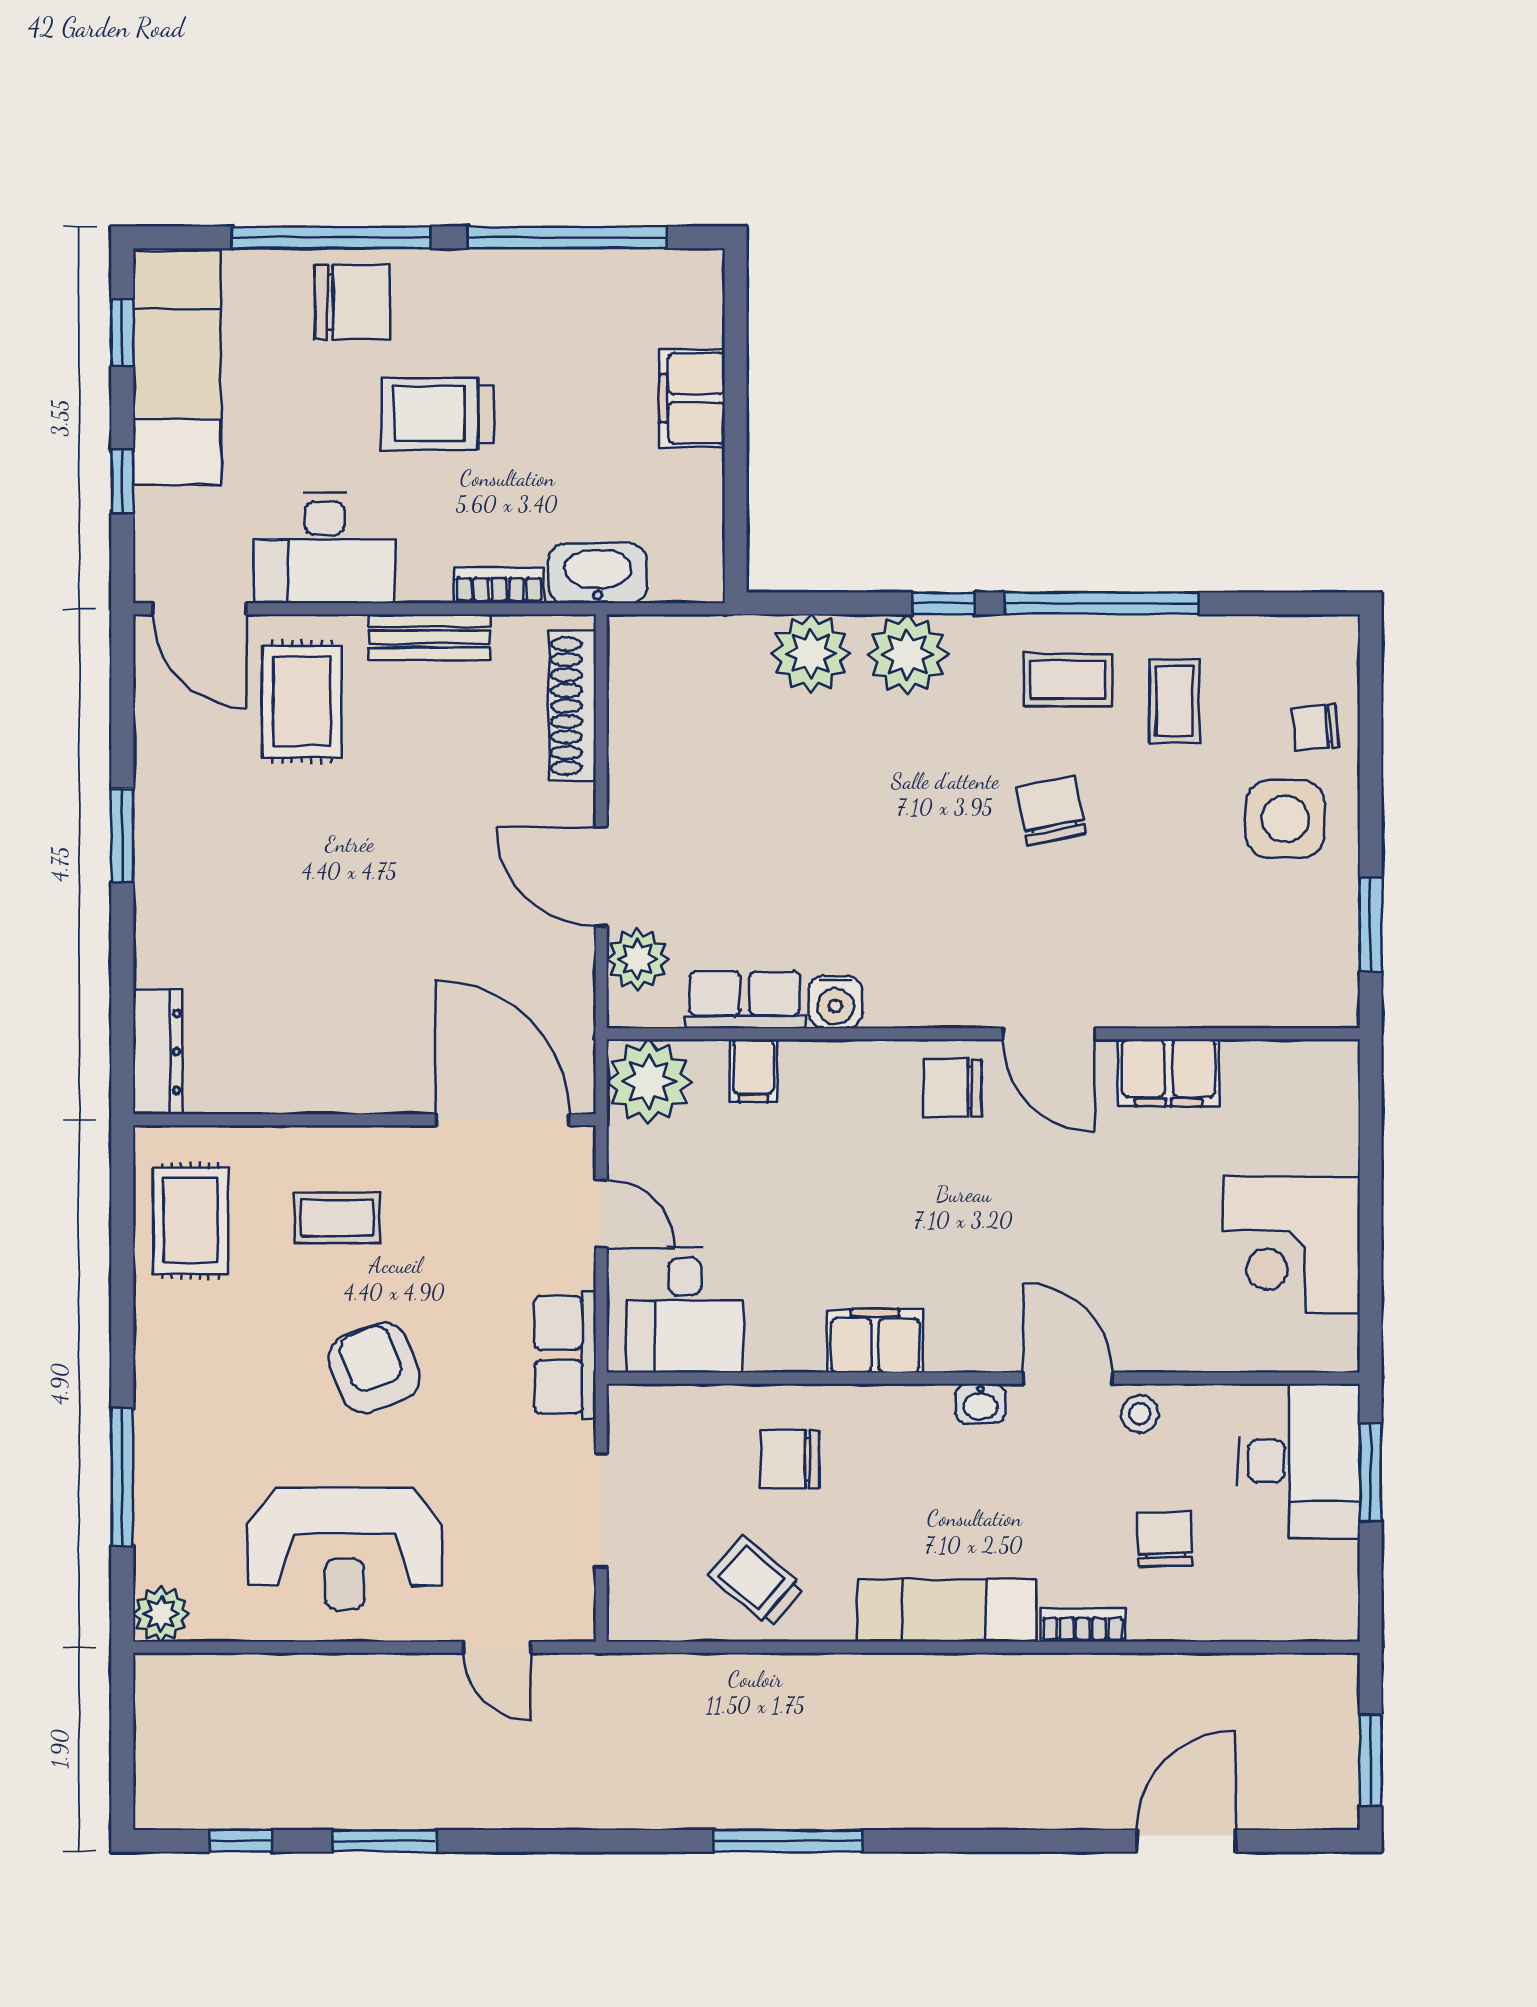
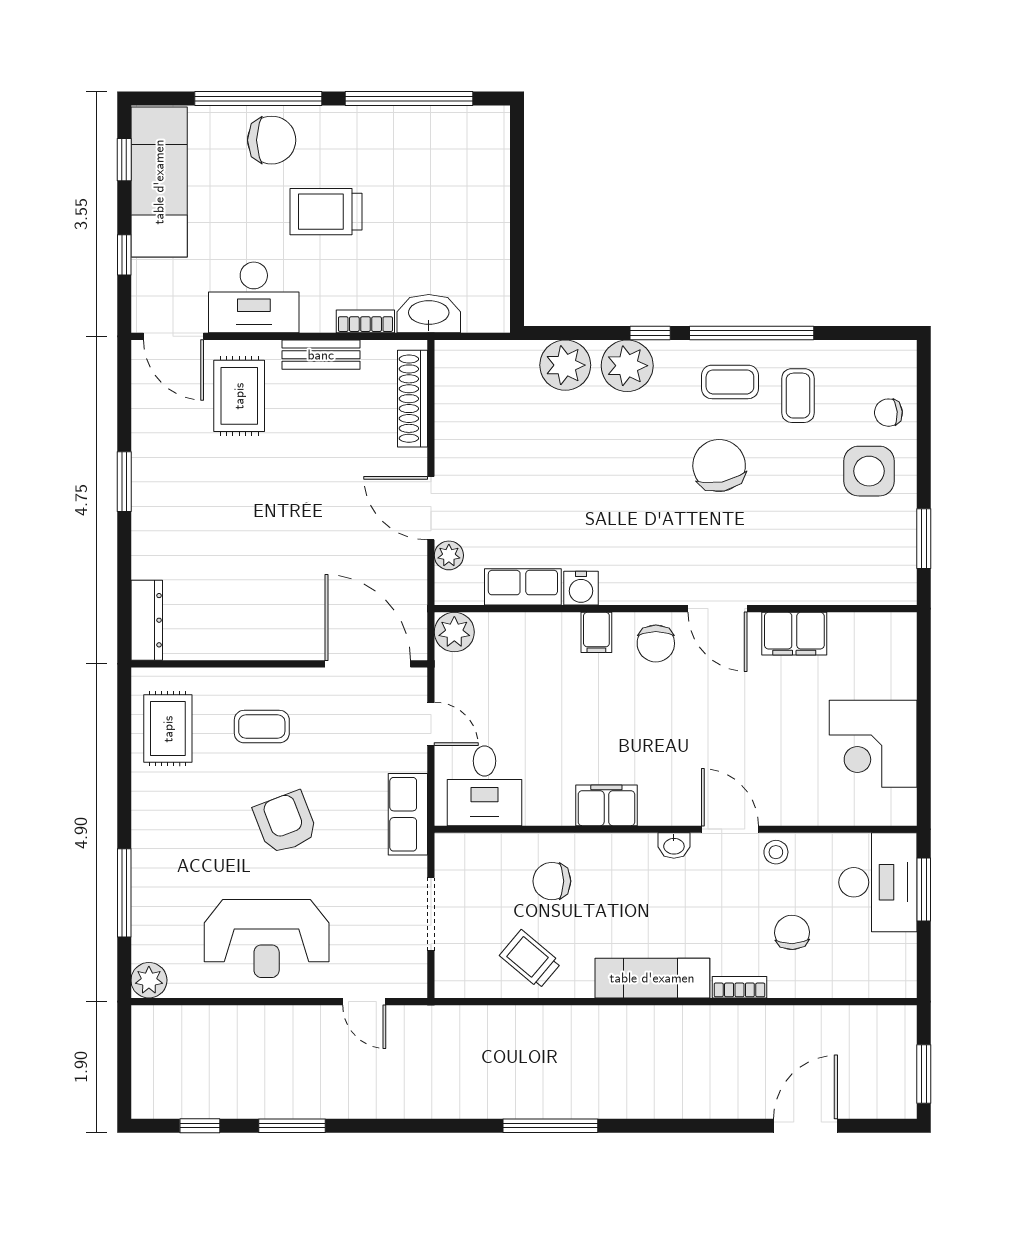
filing cabinet: (692, 398) -> (489, 202), removed
chair: (1051, 810) -> (719, 466), width x1.37, depth x1.37
plant: (638, 959) -> (449, 555), width x0.73, depth x0.73
filing cabinet: (753, 1071) -> (596, 632), moved
plant: (649, 1082) -> (454, 632), width x0.73, depth x0.73
chair: (952, 1088) -> (656, 643), turned -90

